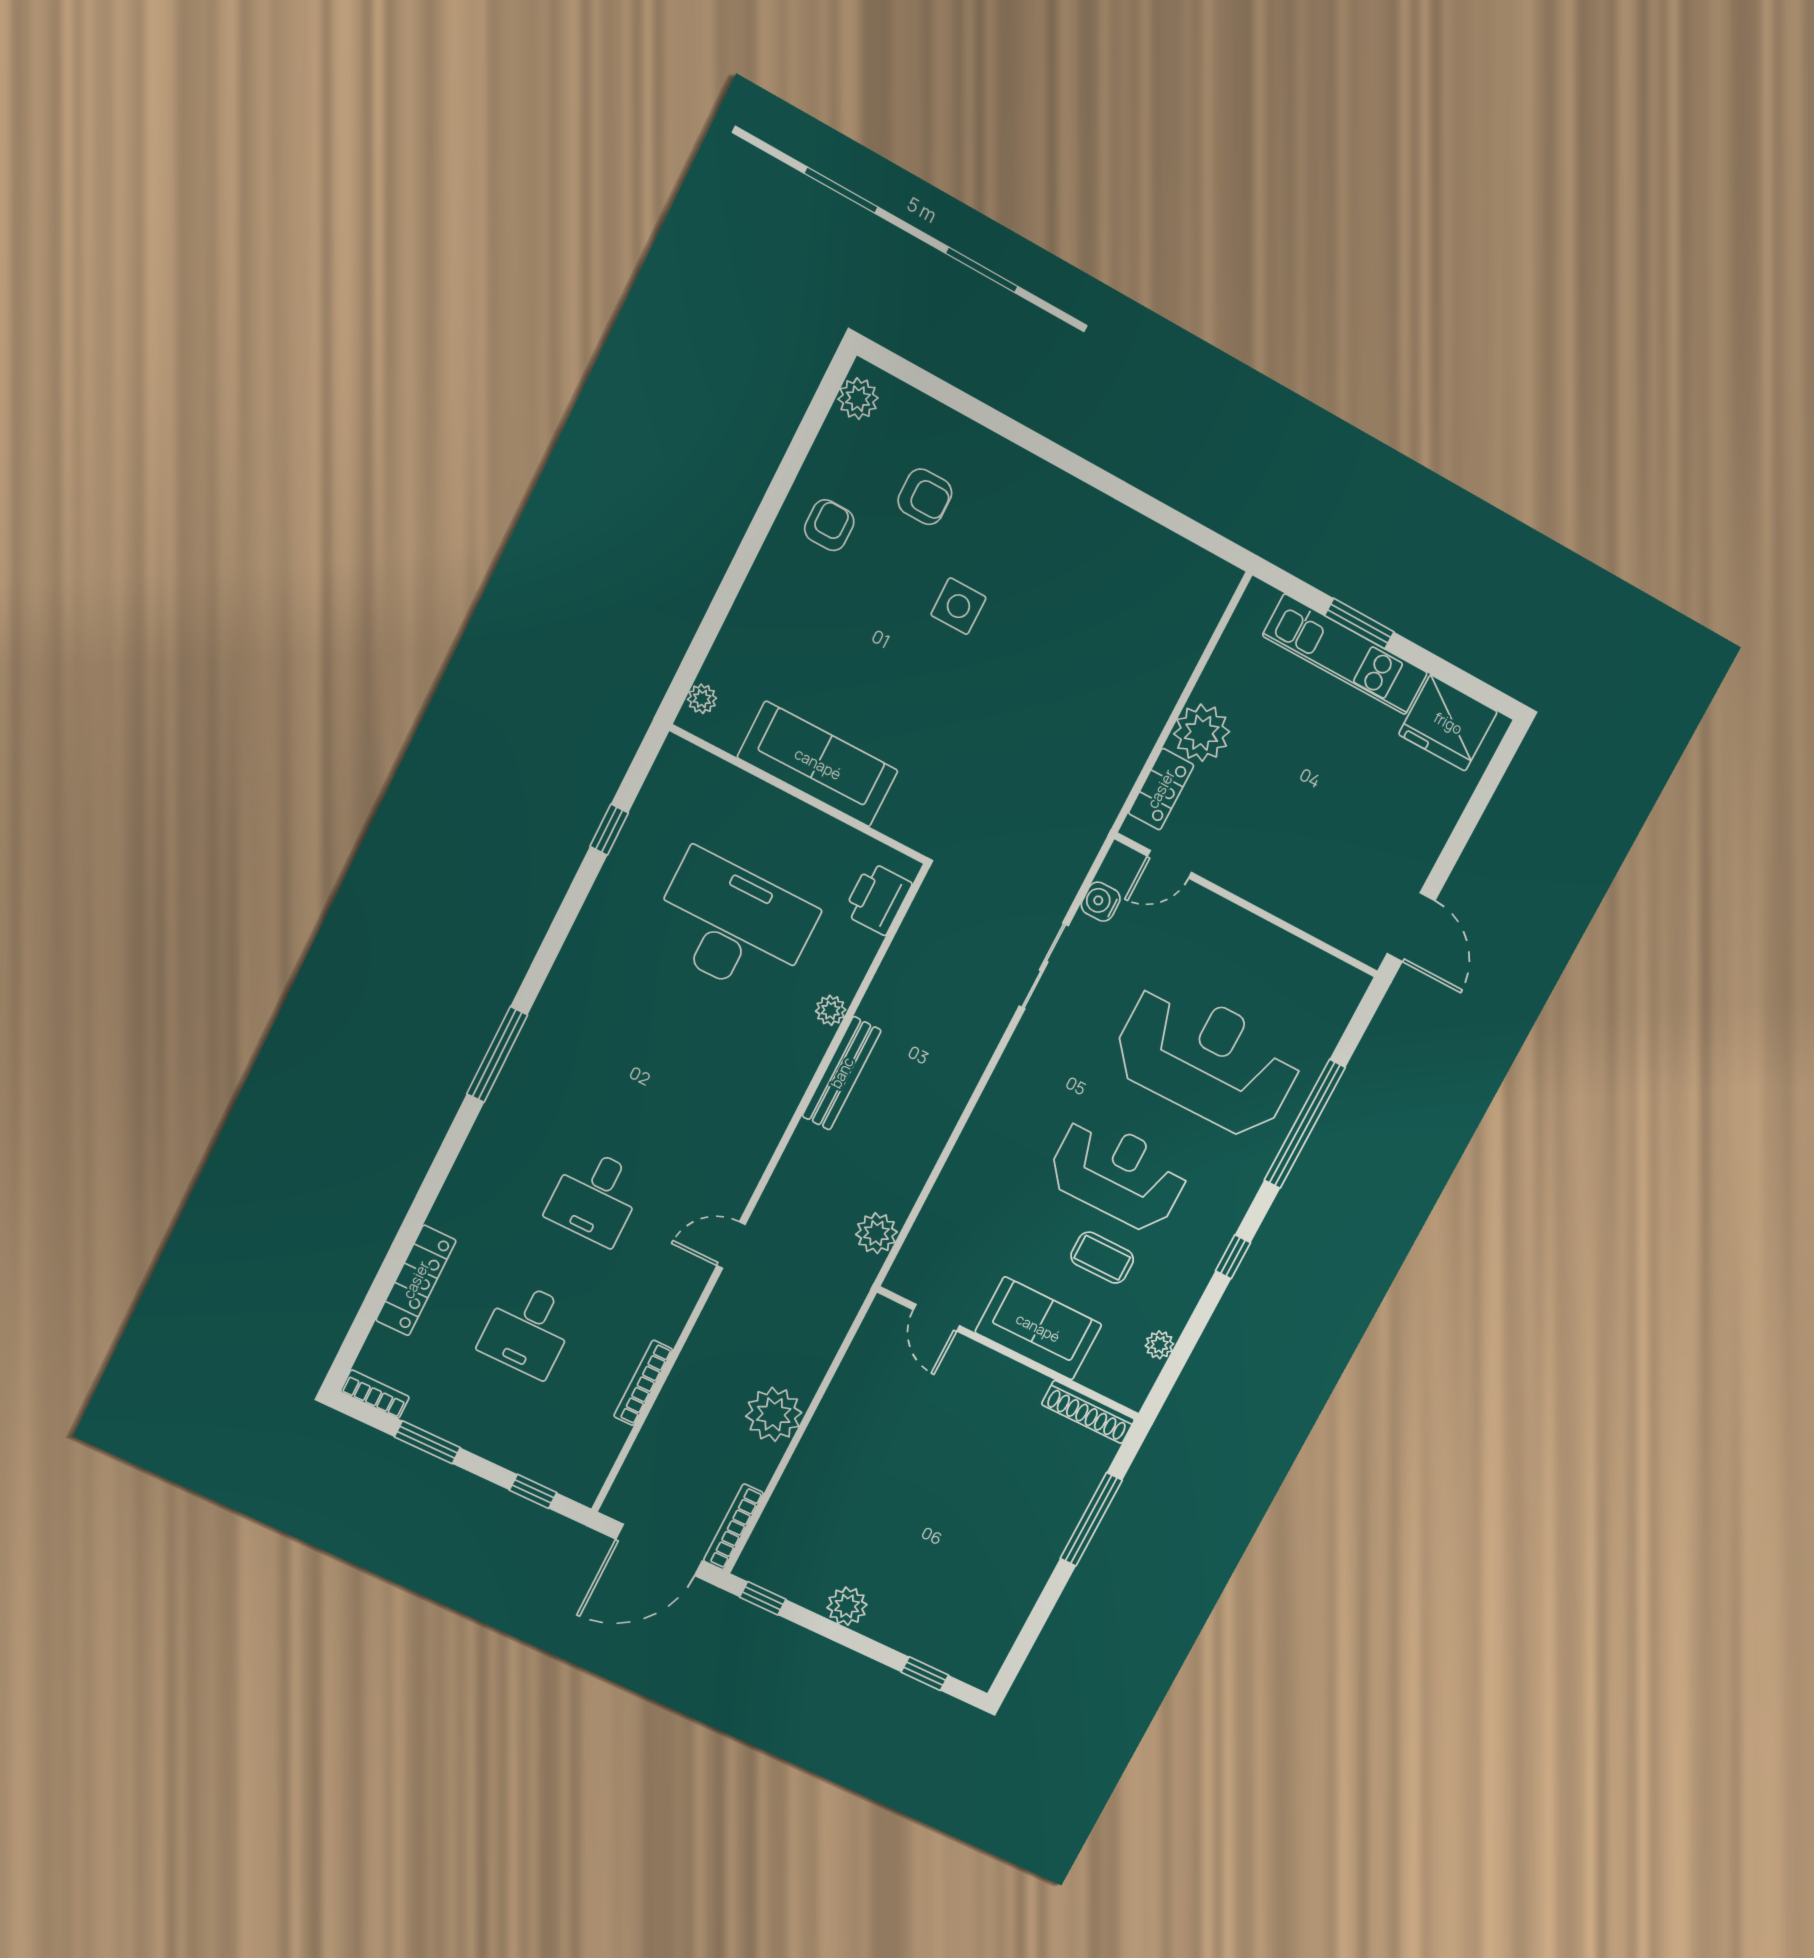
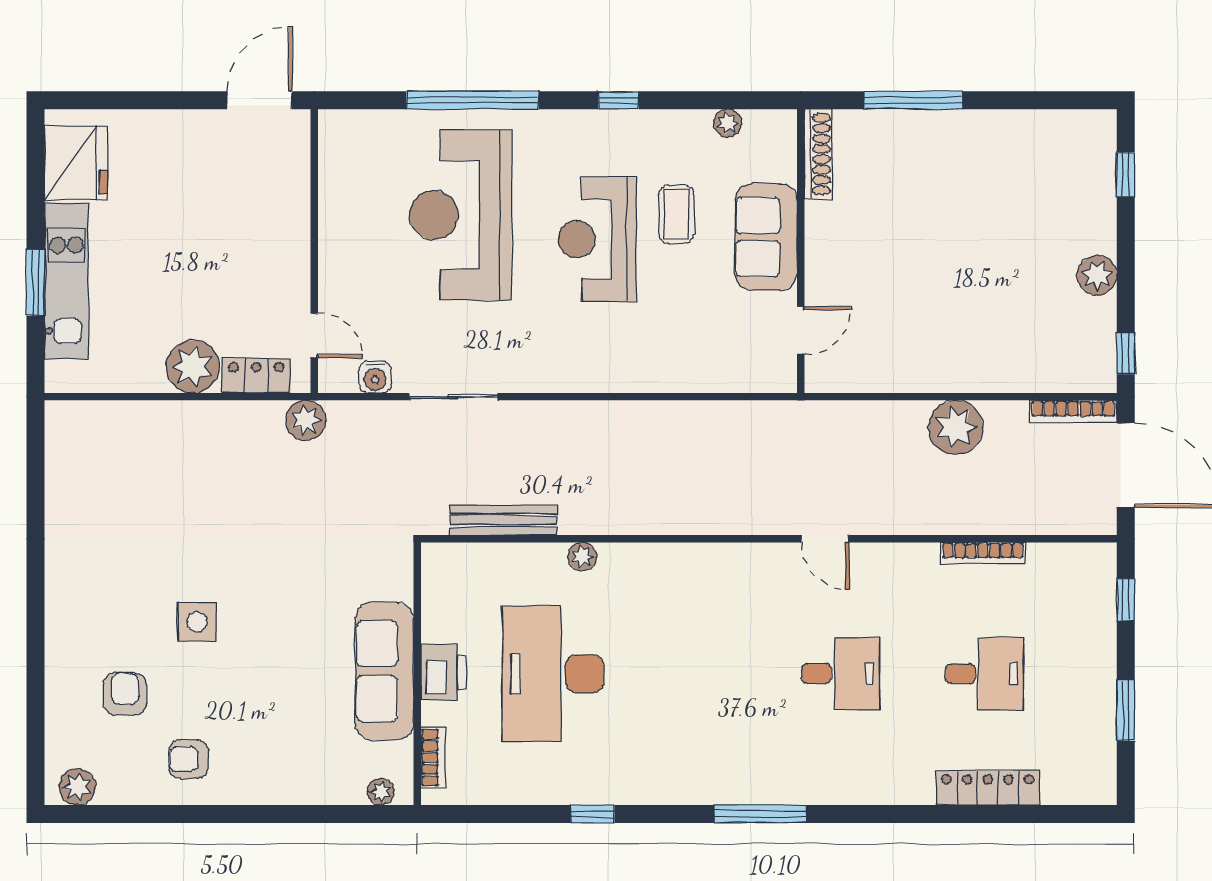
window: (609, 830) -> (593, 814), moved
printer: (877, 899) -> (444, 672), moved, turned -90
bench: (842, 1073) -> (504, 520), moved
plant: (876, 1233) -> (306, 420), moved
bookcase: (375, 1394) -> (433, 758), moved, turned 180

